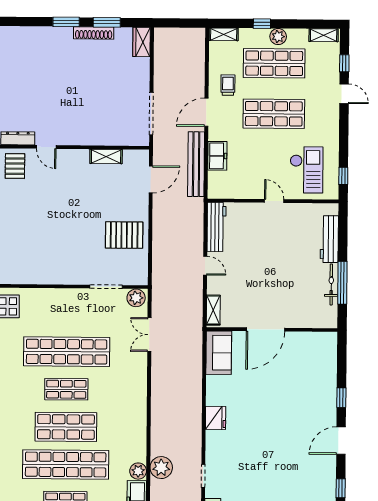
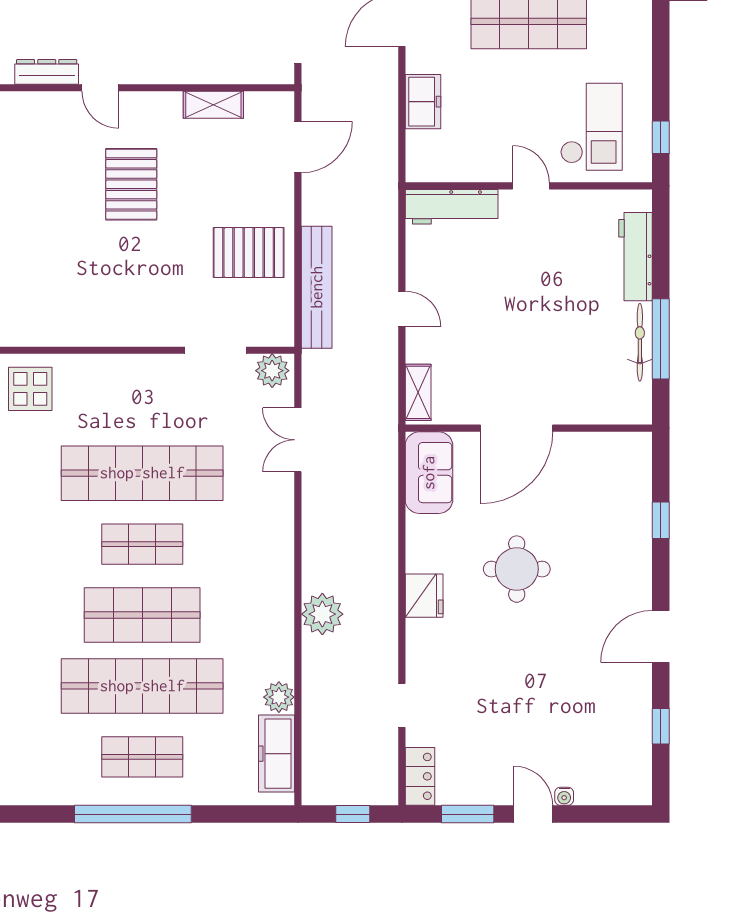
bench: (196, 164) -> (317, 287), moved
pallet: (15, 166) -> (131, 184), moved, width x1.50, depth x1.42
workbench: (217, 227) -> (452, 207), moved, turned 90
window: (341, 398) -> (661, 520), moved
round table: (265, 404) -> (517, 569), added
plant: (161, 468) -> (322, 614), moved

